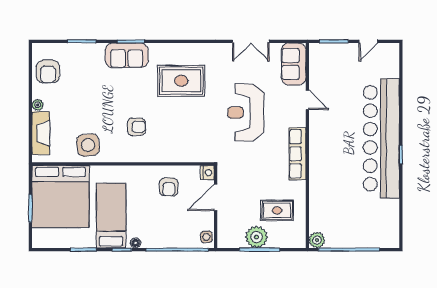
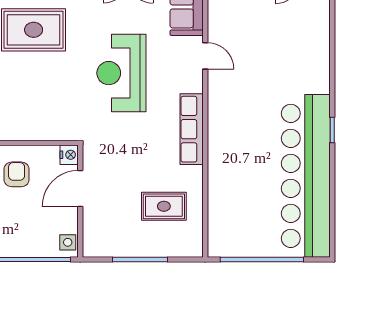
bar counter: (381, 138) -> (306, 176), moved
armchair: (169, 187) -> (17, 174), turned 180
plant: (257, 237) -> (136, 242), removed
plant: (317, 240) -> (218, 247), removed

